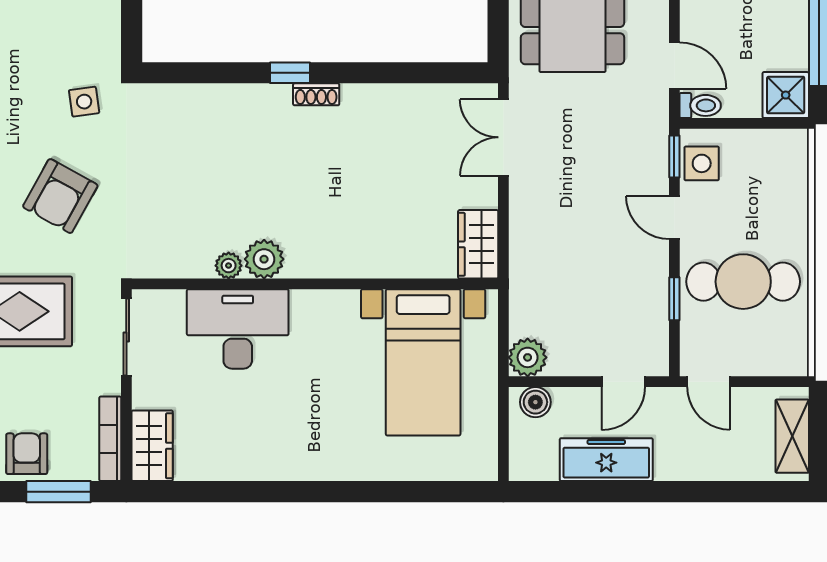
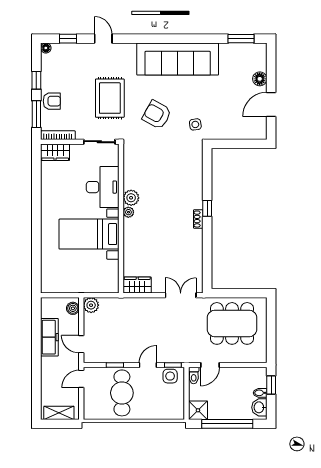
plant: (229, 266) -> (128, 212), moved
bed with nightstands: (423, 362) -> (89, 234), moved

